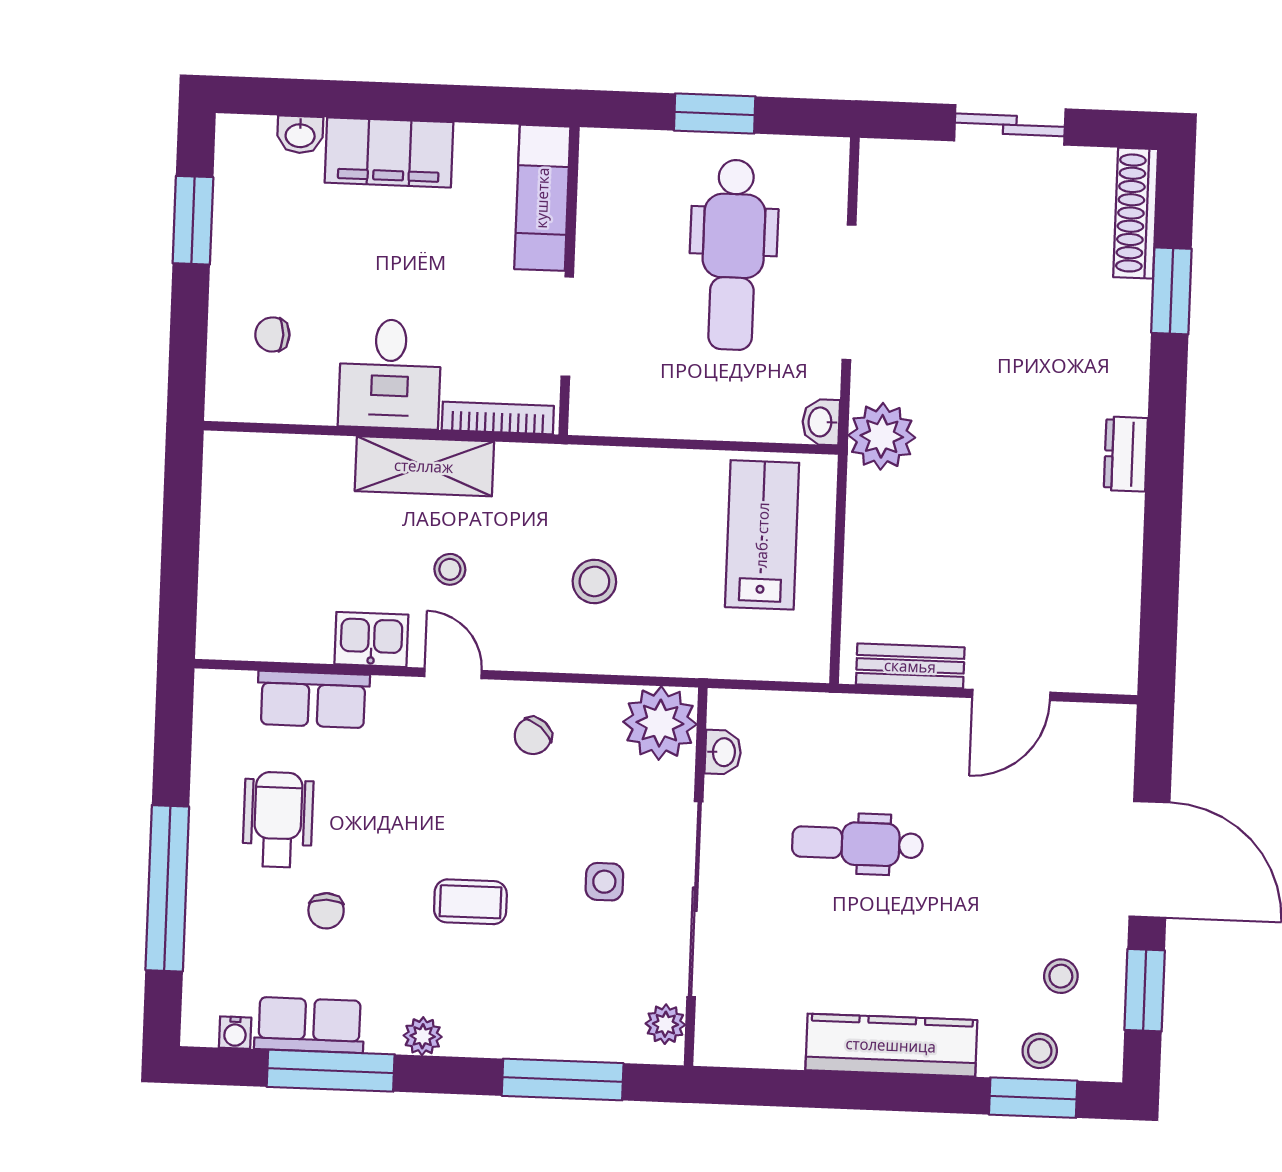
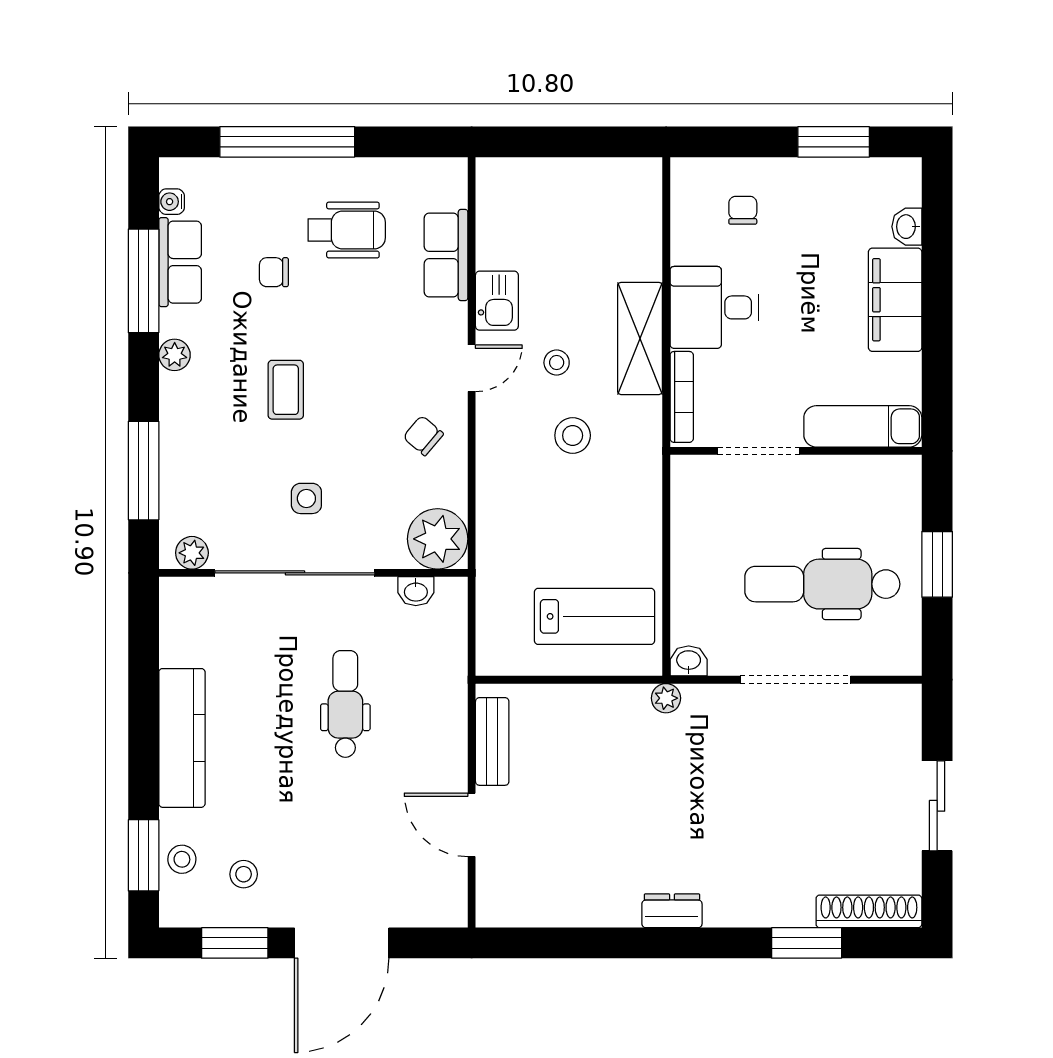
plant: (882, 436) -> (666, 698), width x0.53, depth x0.53
stool: (594, 581) -> (573, 435), moved

